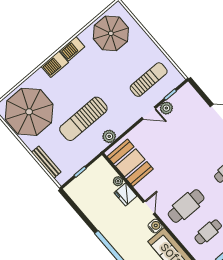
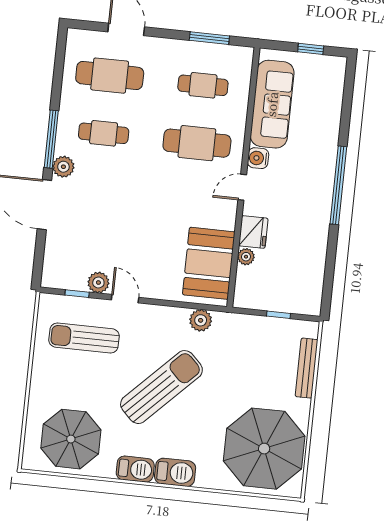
sun lounger: (83, 119) -> (161, 387), moved, turned -45

